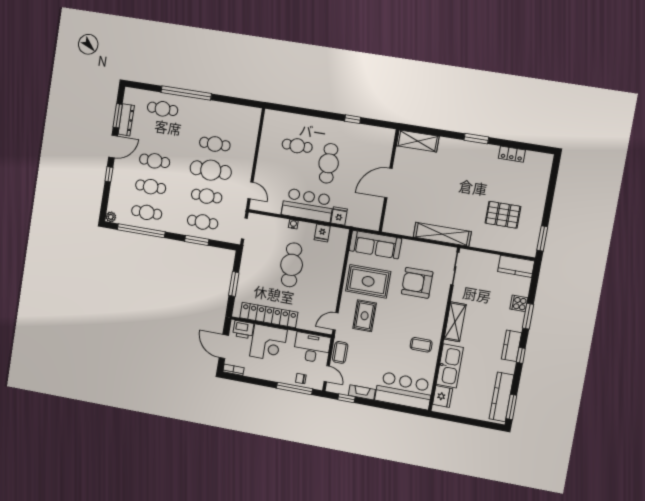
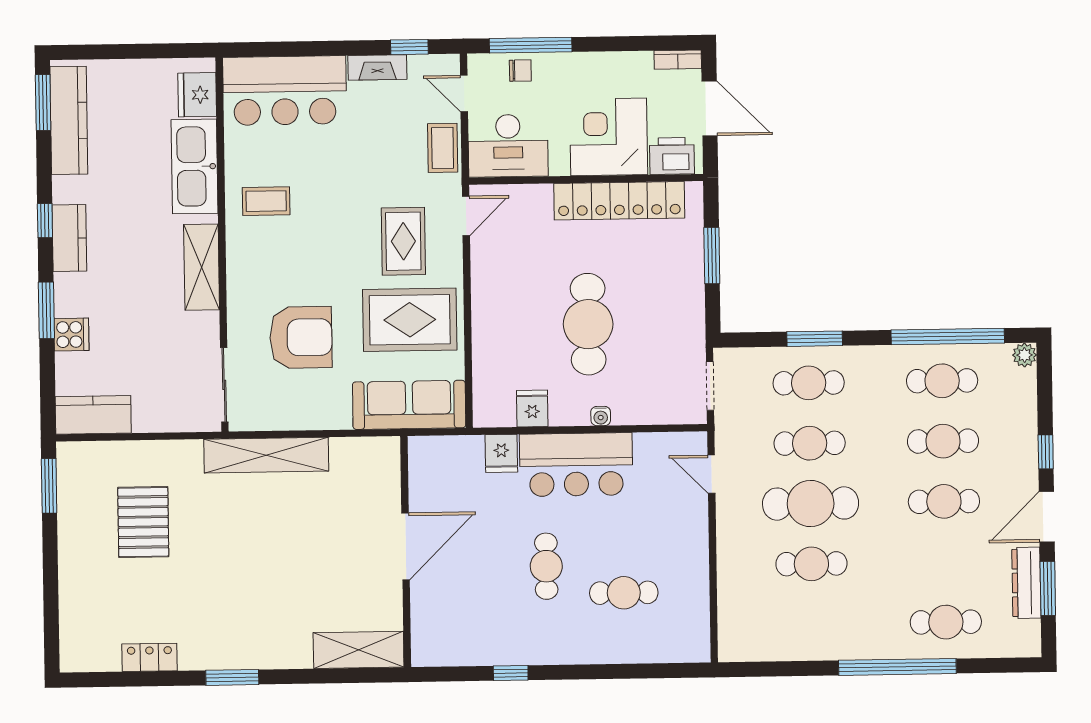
cafe table: (329, 163) -> (546, 566), width x0.73, depth x0.74
pallet: (503, 215) -> (143, 522), turned 90

